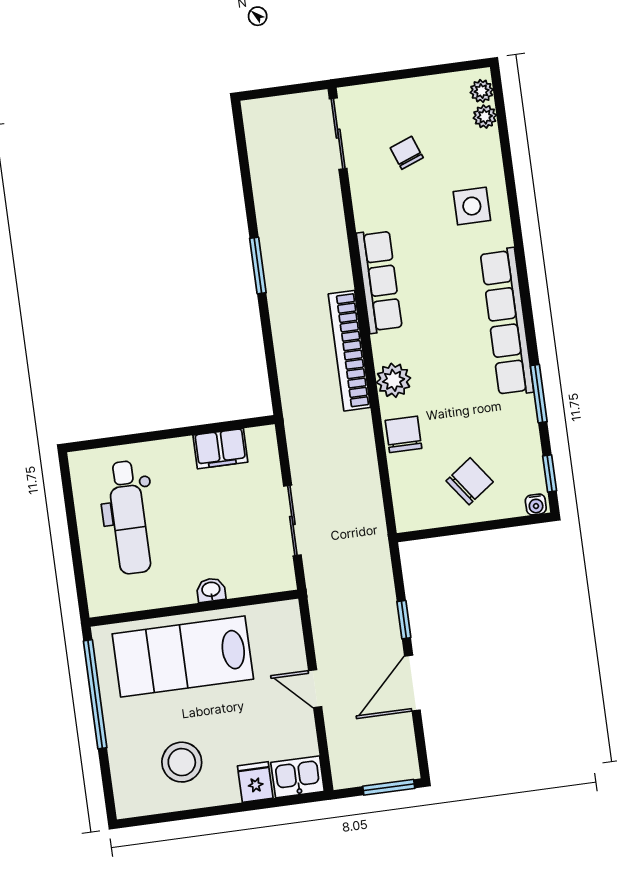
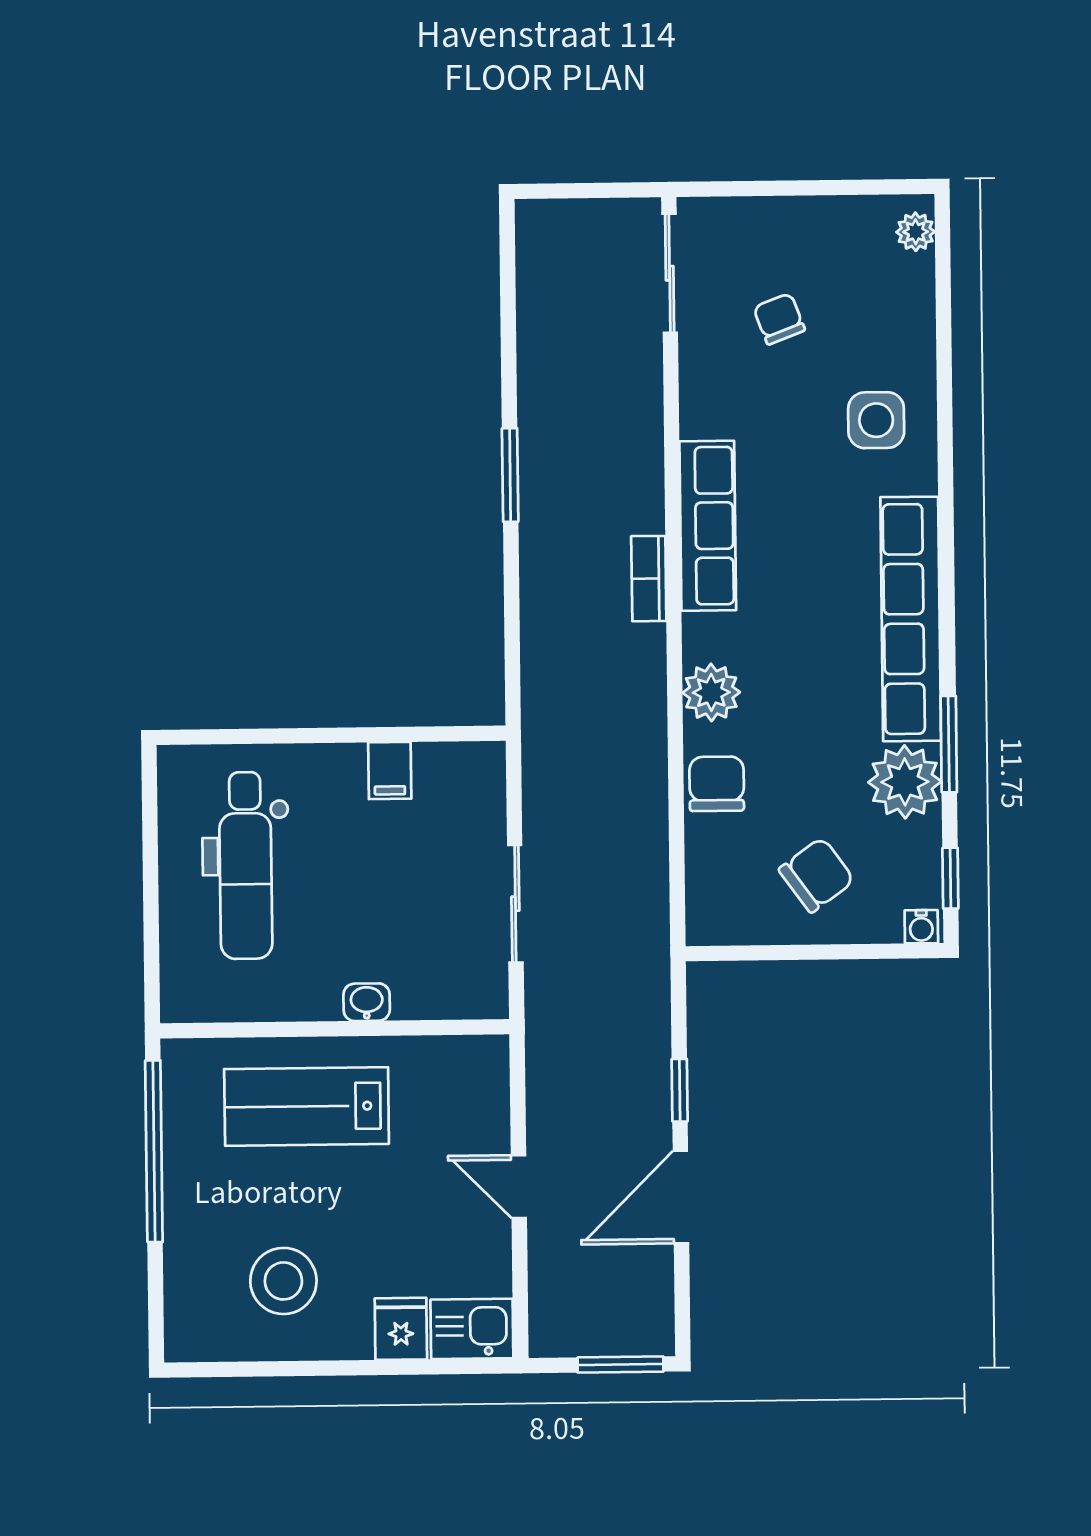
plant: (485, 117) -> (905, 782), moved, width x1.88, depth x1.88
bookcase: (349, 351) -> (649, 579), width x0.43, depth x0.76
filing cabinet: (220, 449) -> (390, 771), width x0.50
lab bench: (183, 656) -> (307, 1106), width x0.73, depth x0.72

